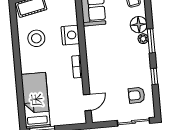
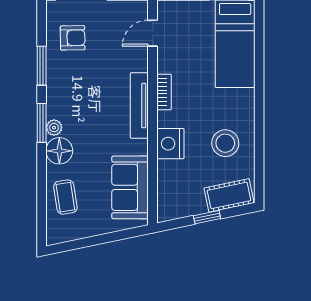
tv unit: (92, 57) -> (139, 106), added
window: (154, 76) -> (42, 66), width x1.50

